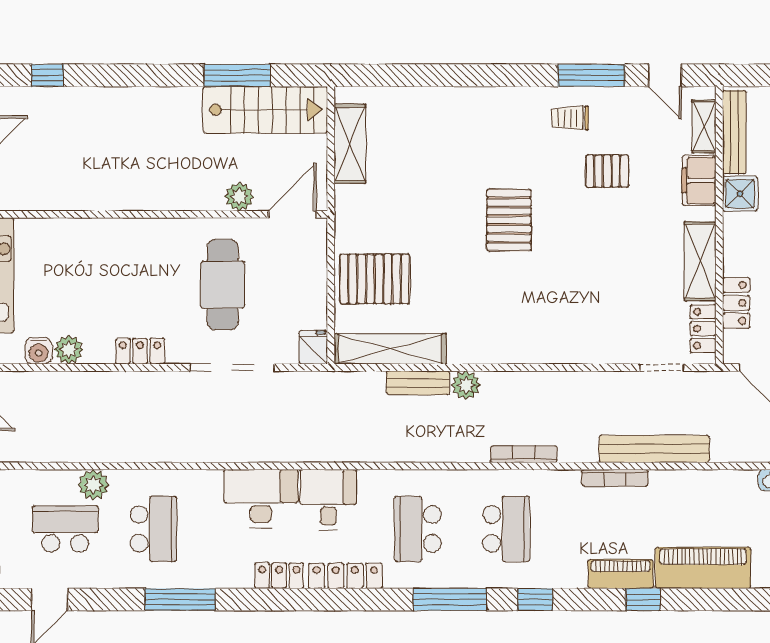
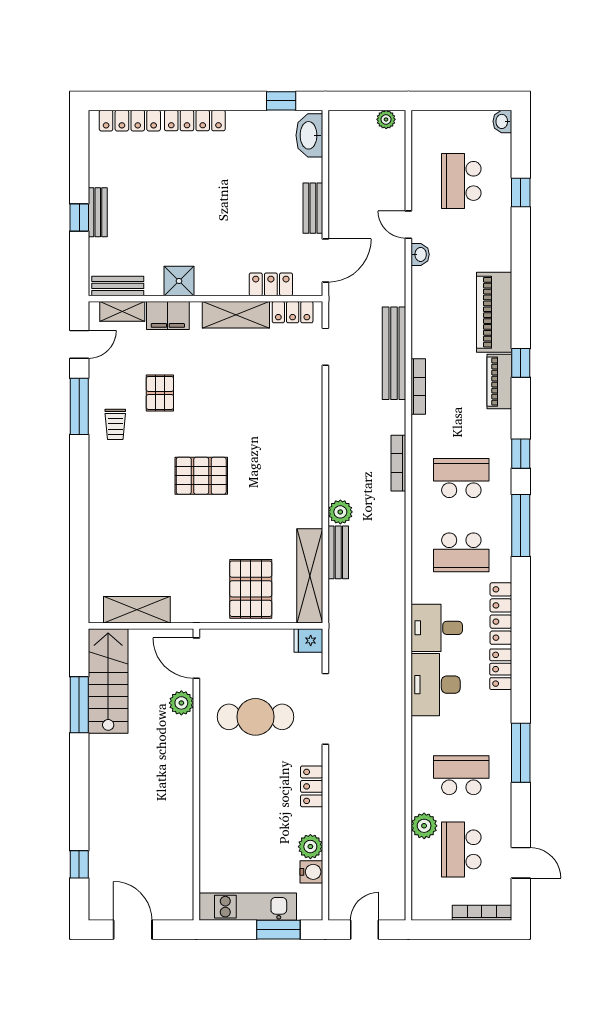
bench: (734, 132) -> (118, 286), width x0.73

